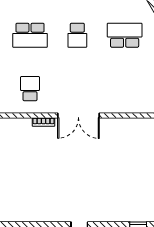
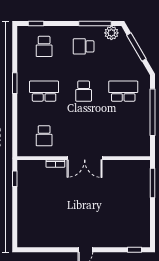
school desk: (30, 35) -> (44, 91), turned 180
school desk: (30, 89) -> (44, 136), turned 180

